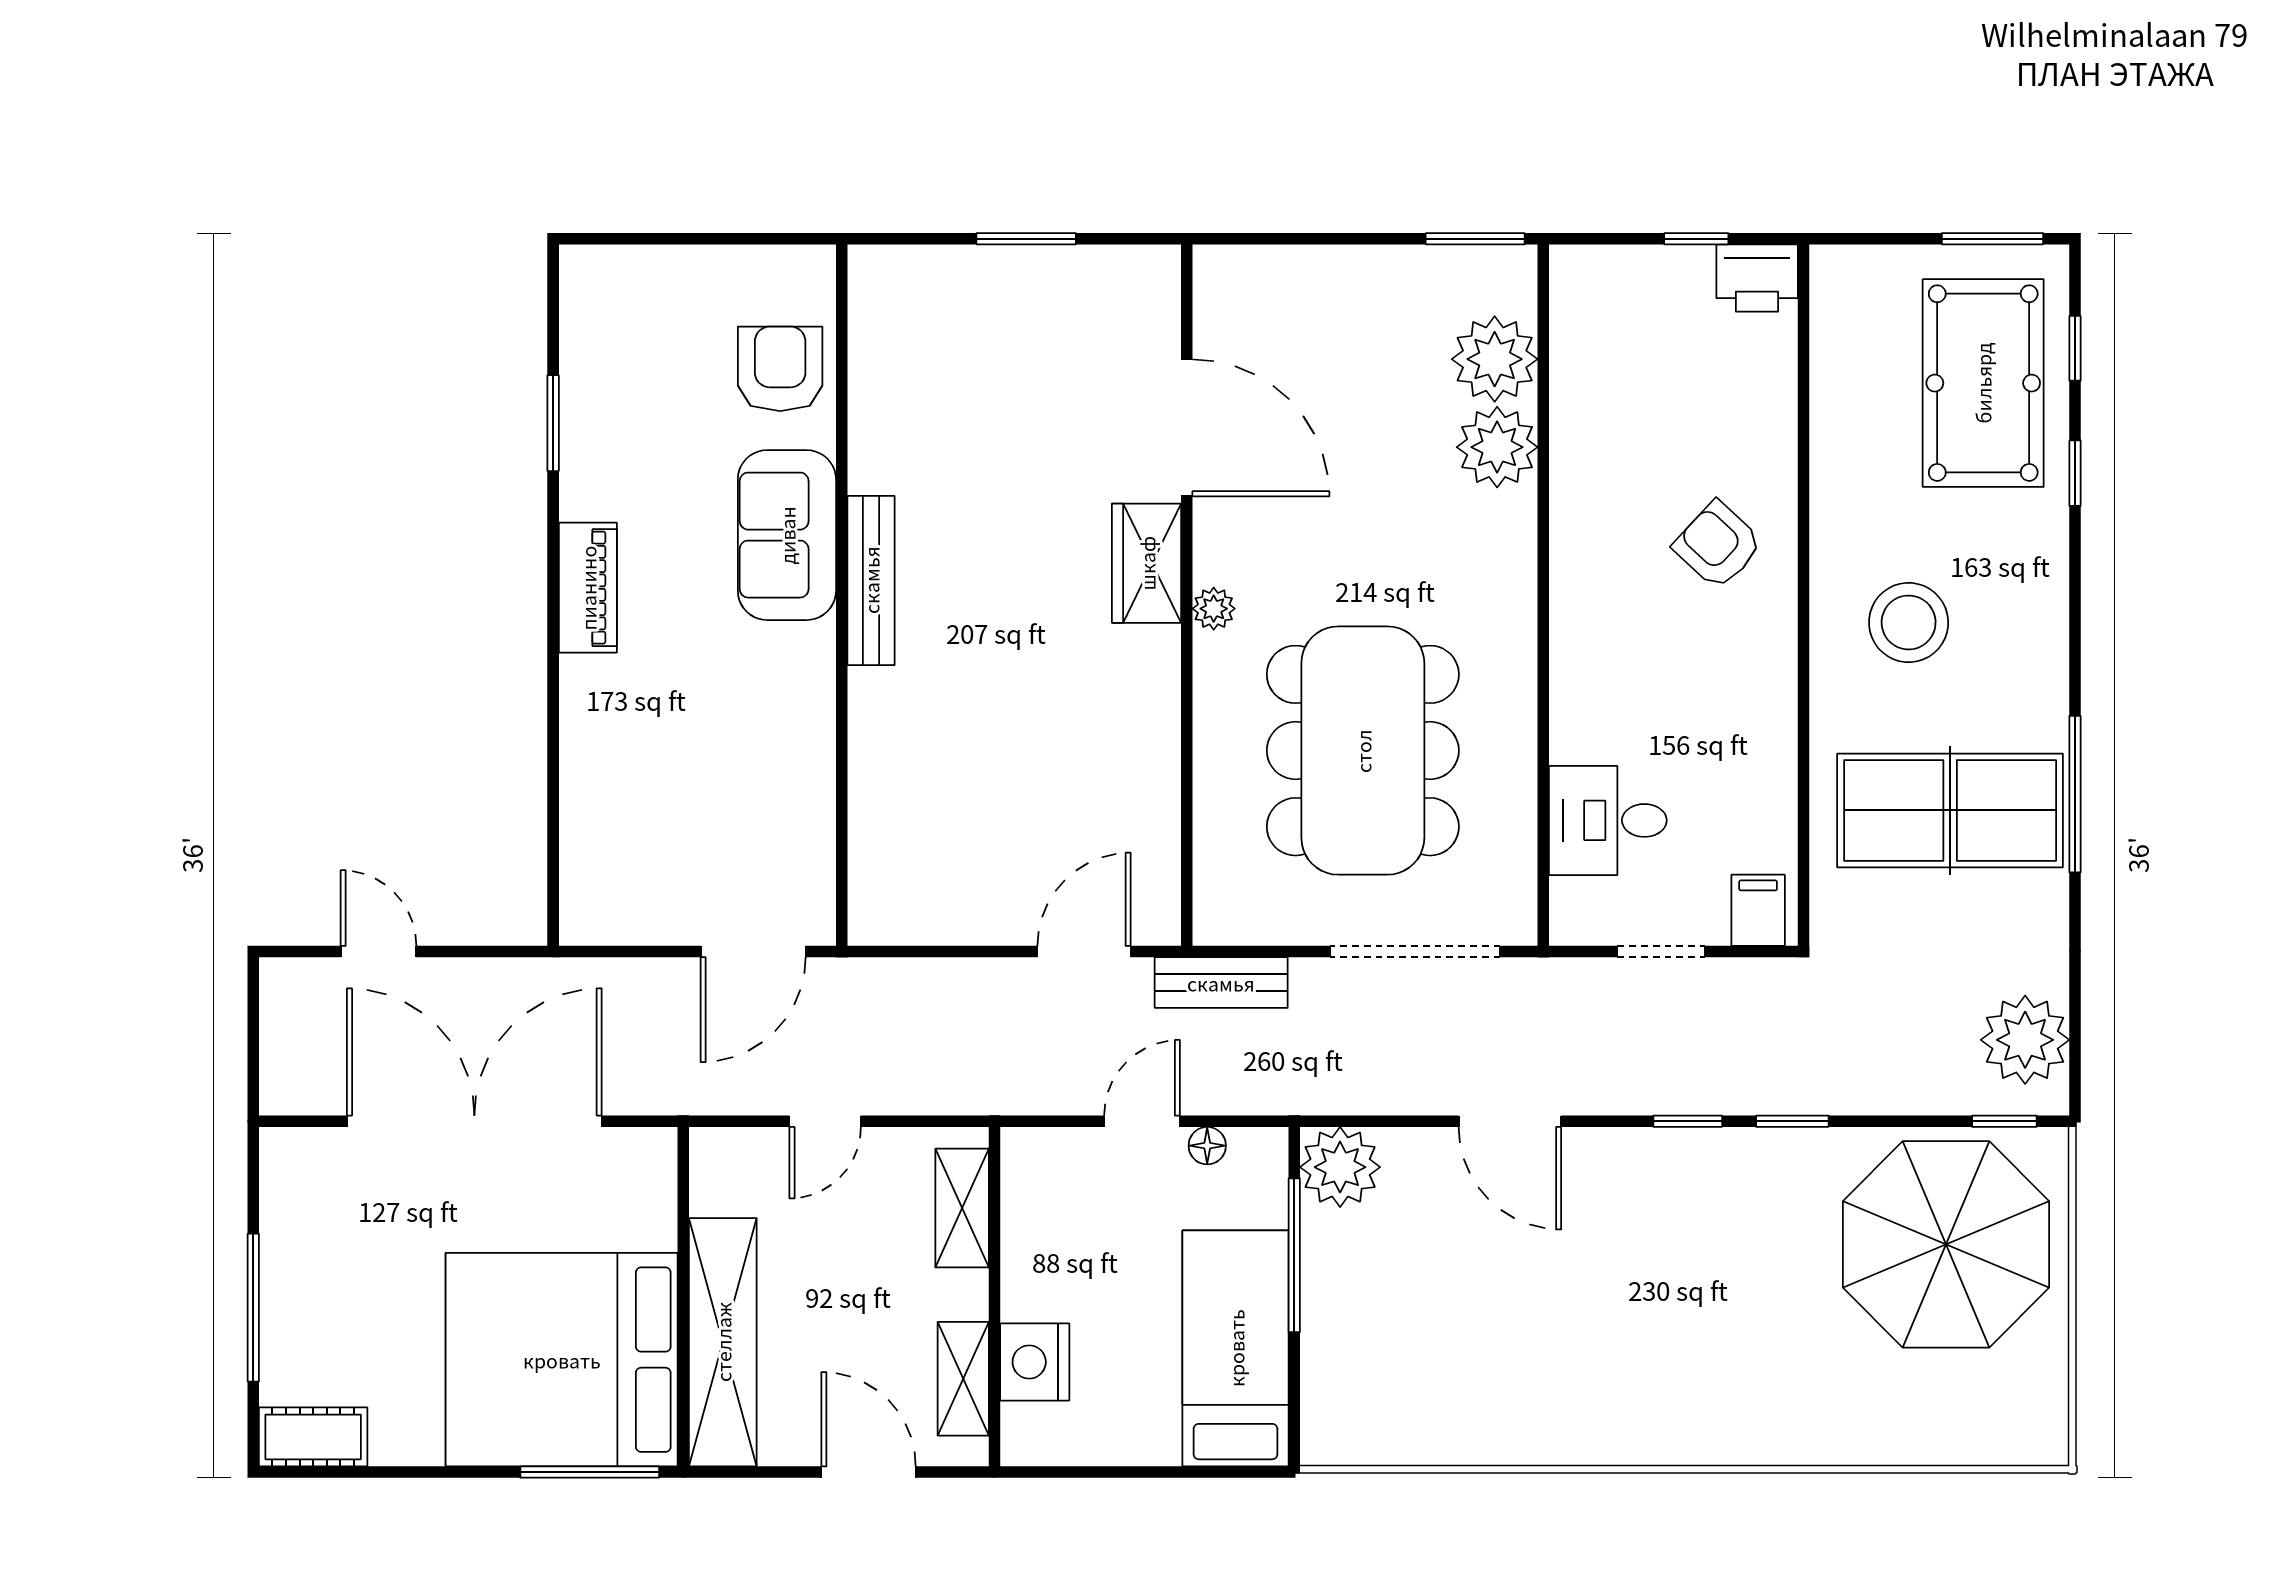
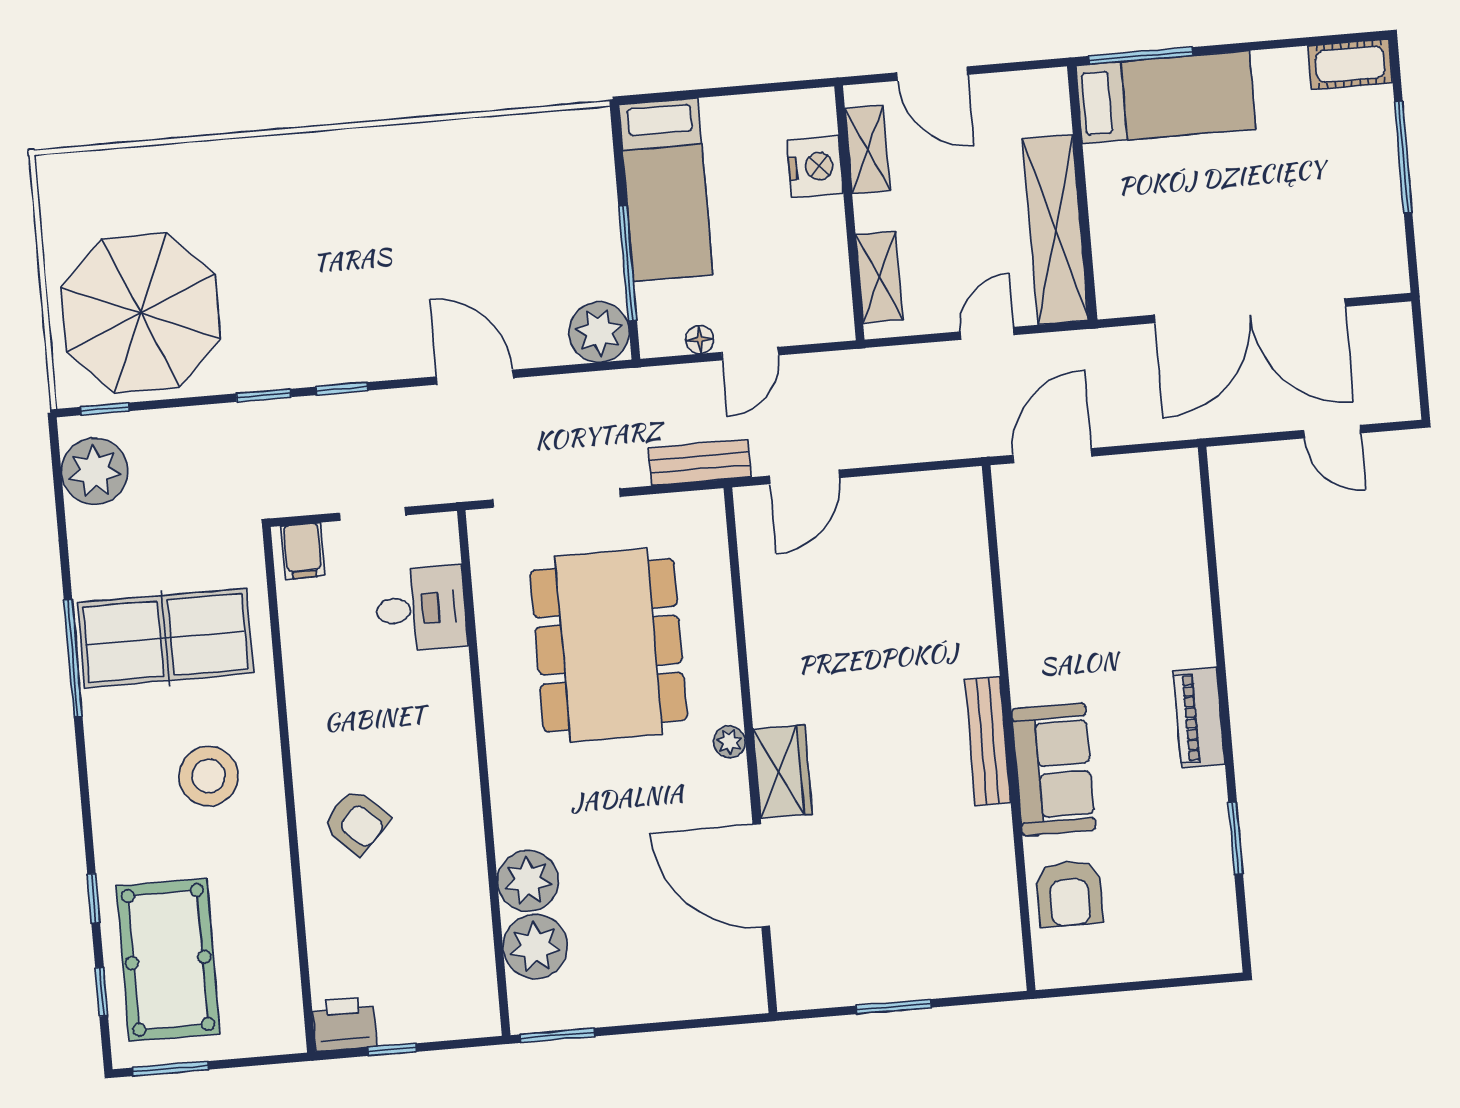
shelving: (723, 1342) -> (1056, 230), moved
bed: (562, 1360) -> (1166, 97), width x0.49

